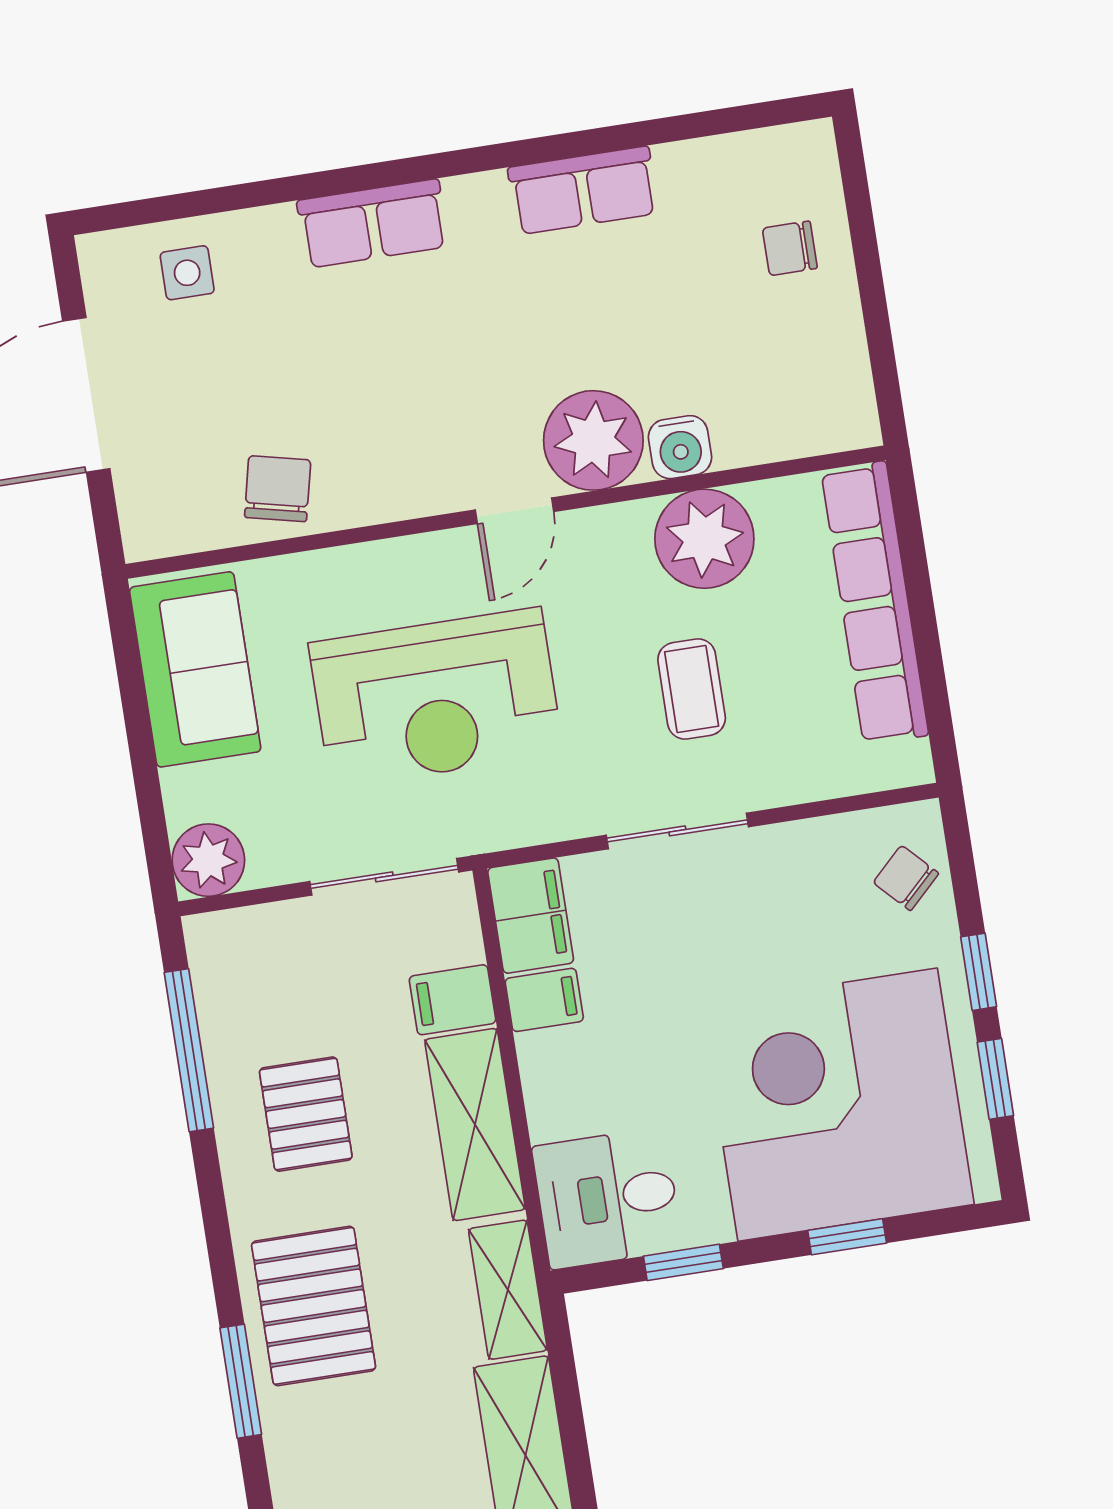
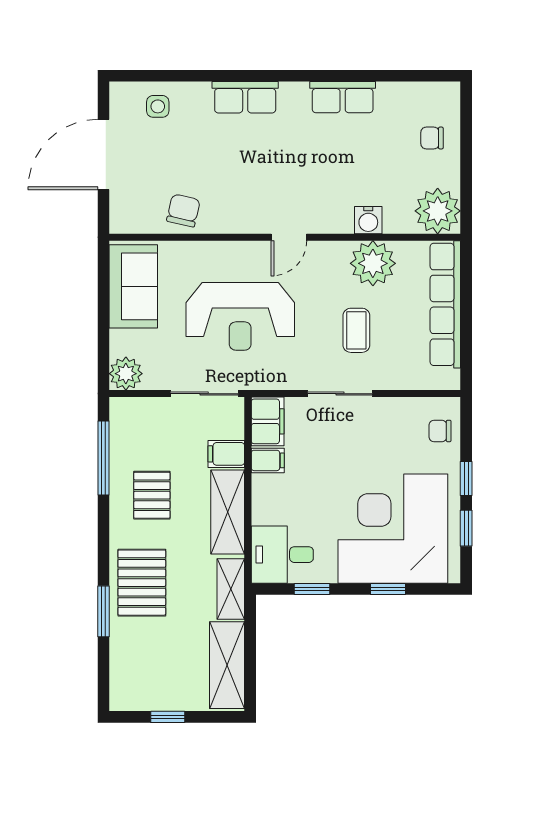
plant: (593, 440) -> (438, 211), moved
chair: (906, 878) -> (440, 431), turned -46

